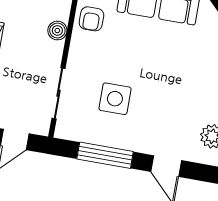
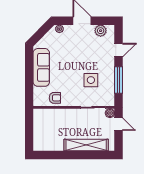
boiler: (57, 31) -> (110, 113), moved

